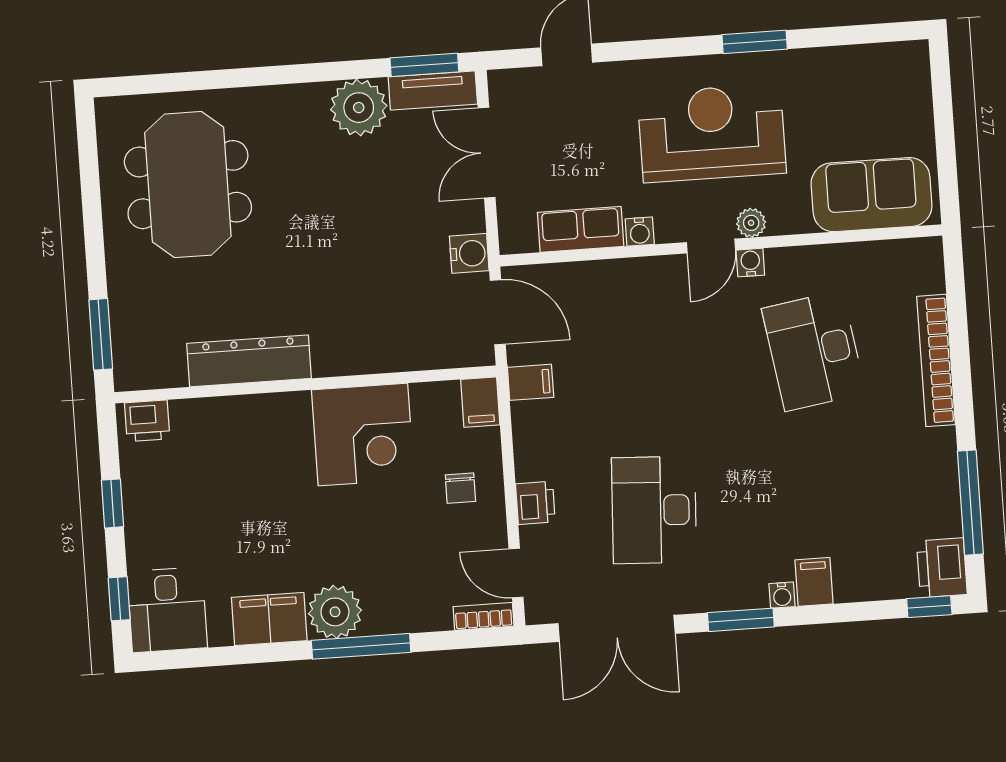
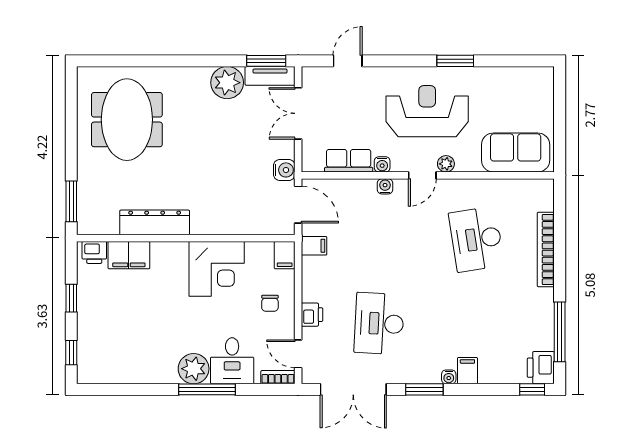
water cooler: (750, 263) -> (385, 186), moved
desk: (167, 610) -> (232, 361), moved
filing cabinet: (269, 619) -> (129, 255), moved, turned 180

